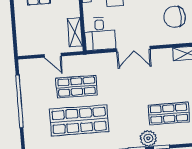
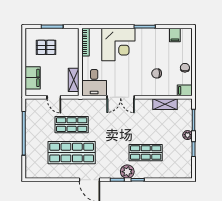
chair: (175, 17) -> (157, 73), width x0.54, depth x0.54
filing cabinet: (25, 34) -> (33, 78), added

